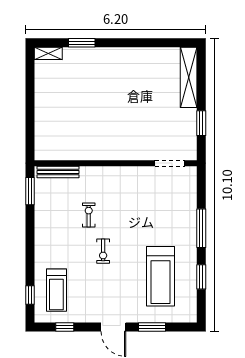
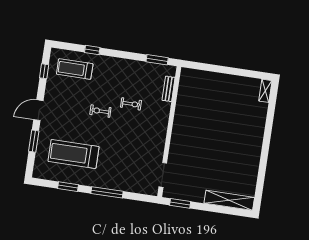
window: (82, 43) -> (270, 119), removed
window: (201, 123) -> (180, 203), moved
bench: (58, 172) -> (169, 89), width x0.73
window: (30, 295) -> (92, 50), moved

